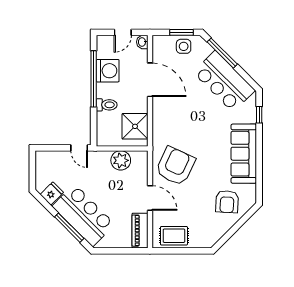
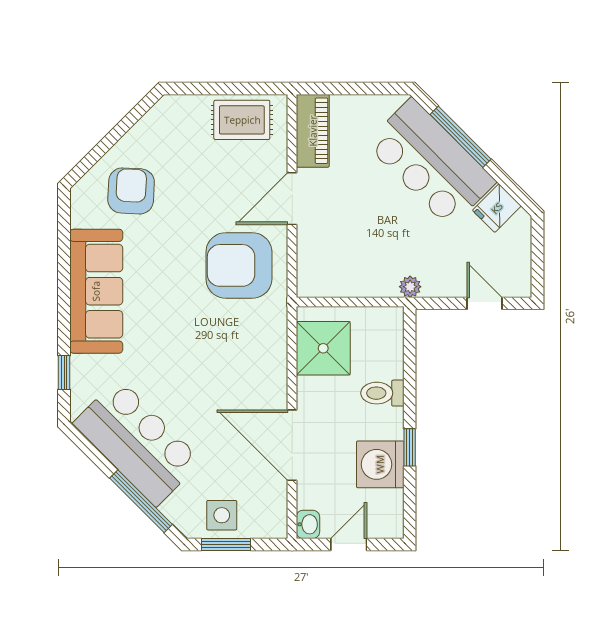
window: (94, 79) -> (410, 447), width x0.32
door: (79, 148) -> (485, 303), moved
plant: (121, 160) -> (410, 287), moved, width x0.53, depth x0.53
armchair: (175, 166) -> (239, 265), turned 65
door: (150, 198) -> (292, 199), hinge flipped

